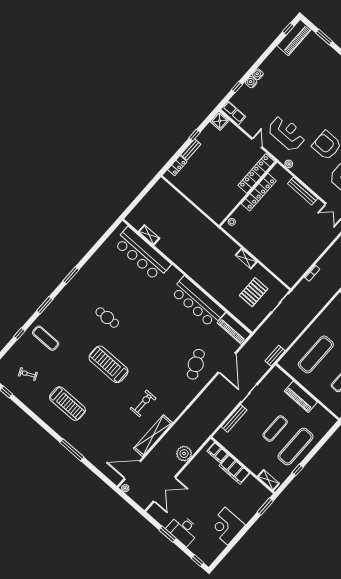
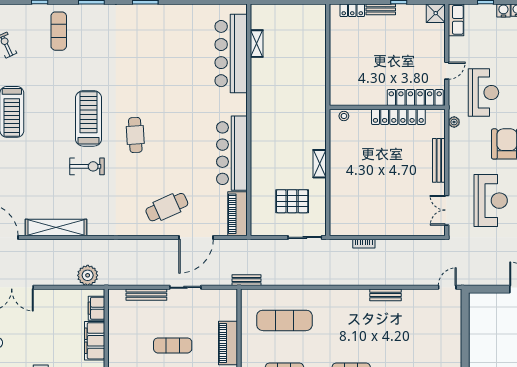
cafe table: (107, 318) -> (135, 135), moved
exercise bike: (143, 403) -> (87, 166), moved
plant: (184, 454) -> (88, 275), moved

